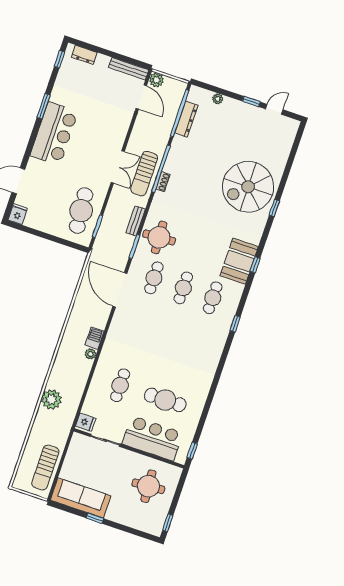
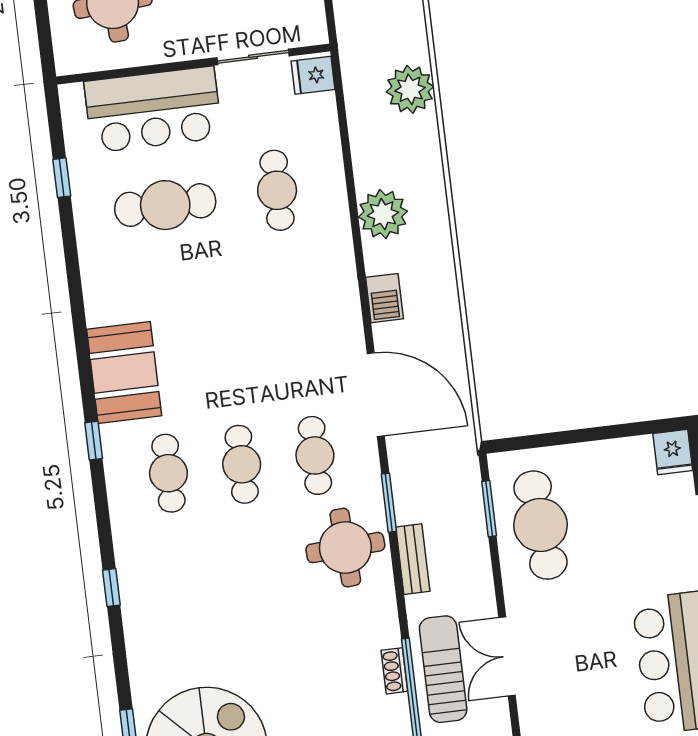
booth: (239, 261) -> (124, 372), moved
barbecue: (95, 338) -> (385, 298), moved
plant: (91, 354) -> (383, 214), width x1.87, depth x1.87
window: (192, 451) -> (62, 178), moved

